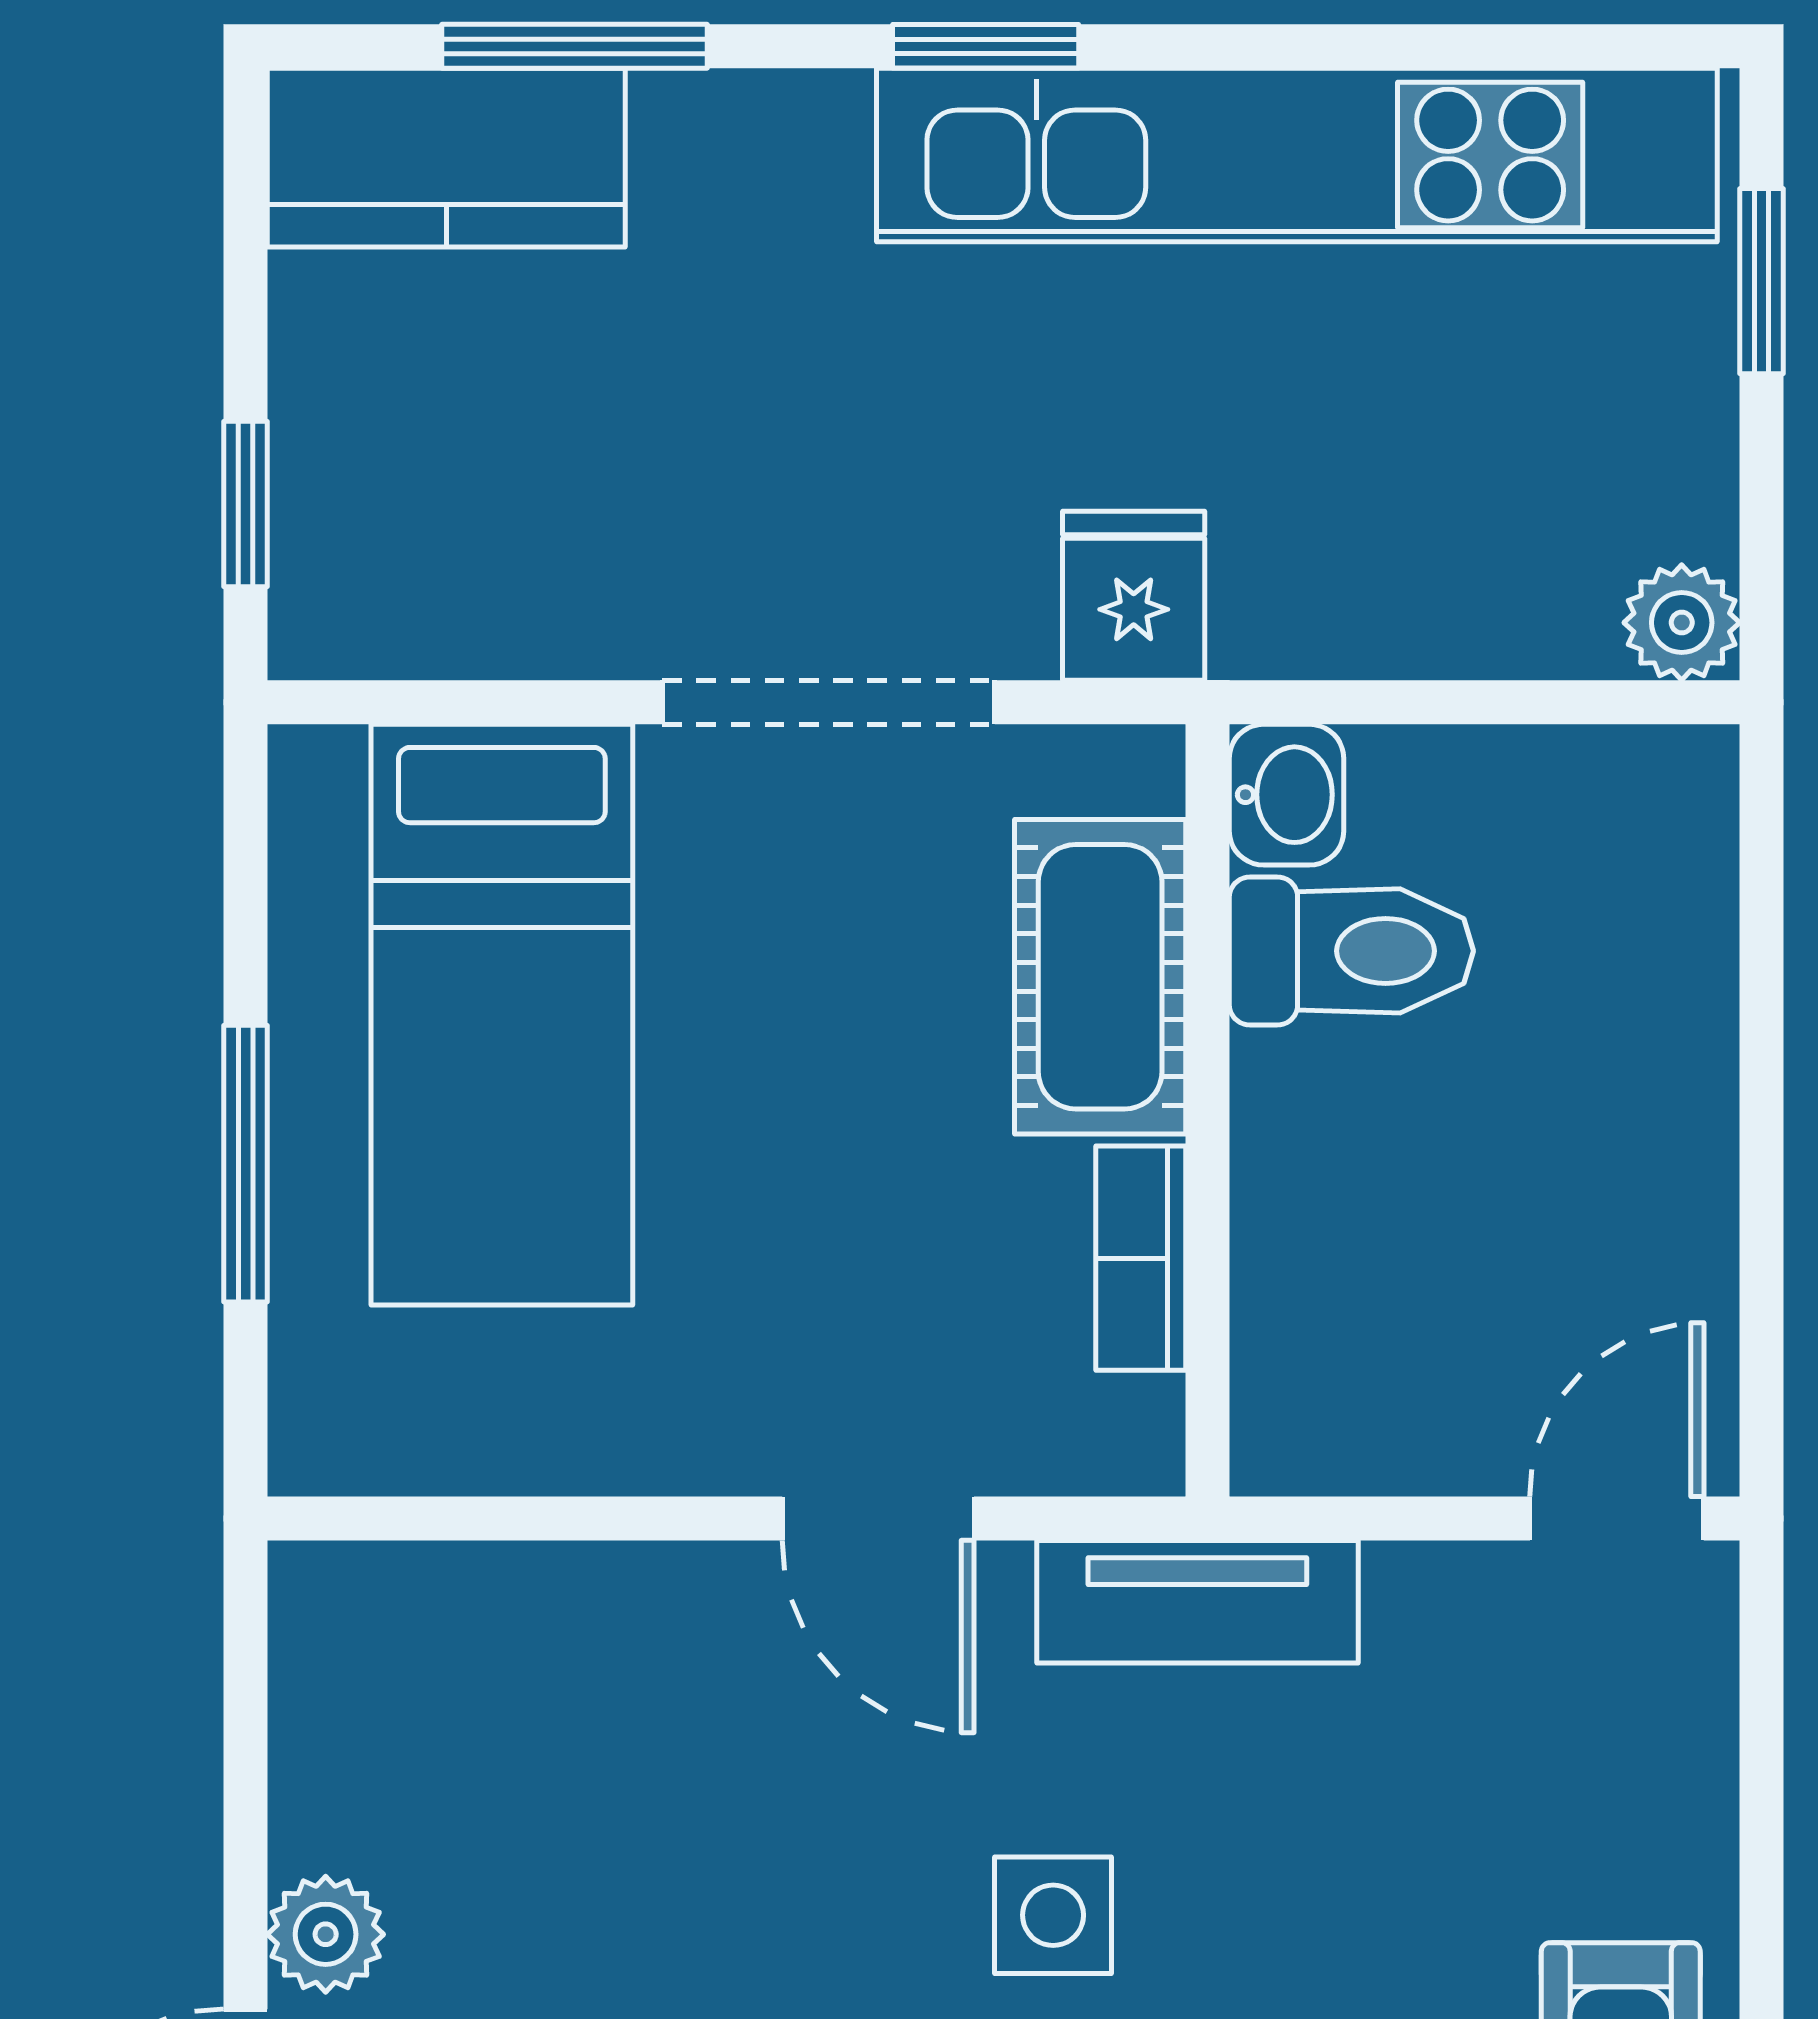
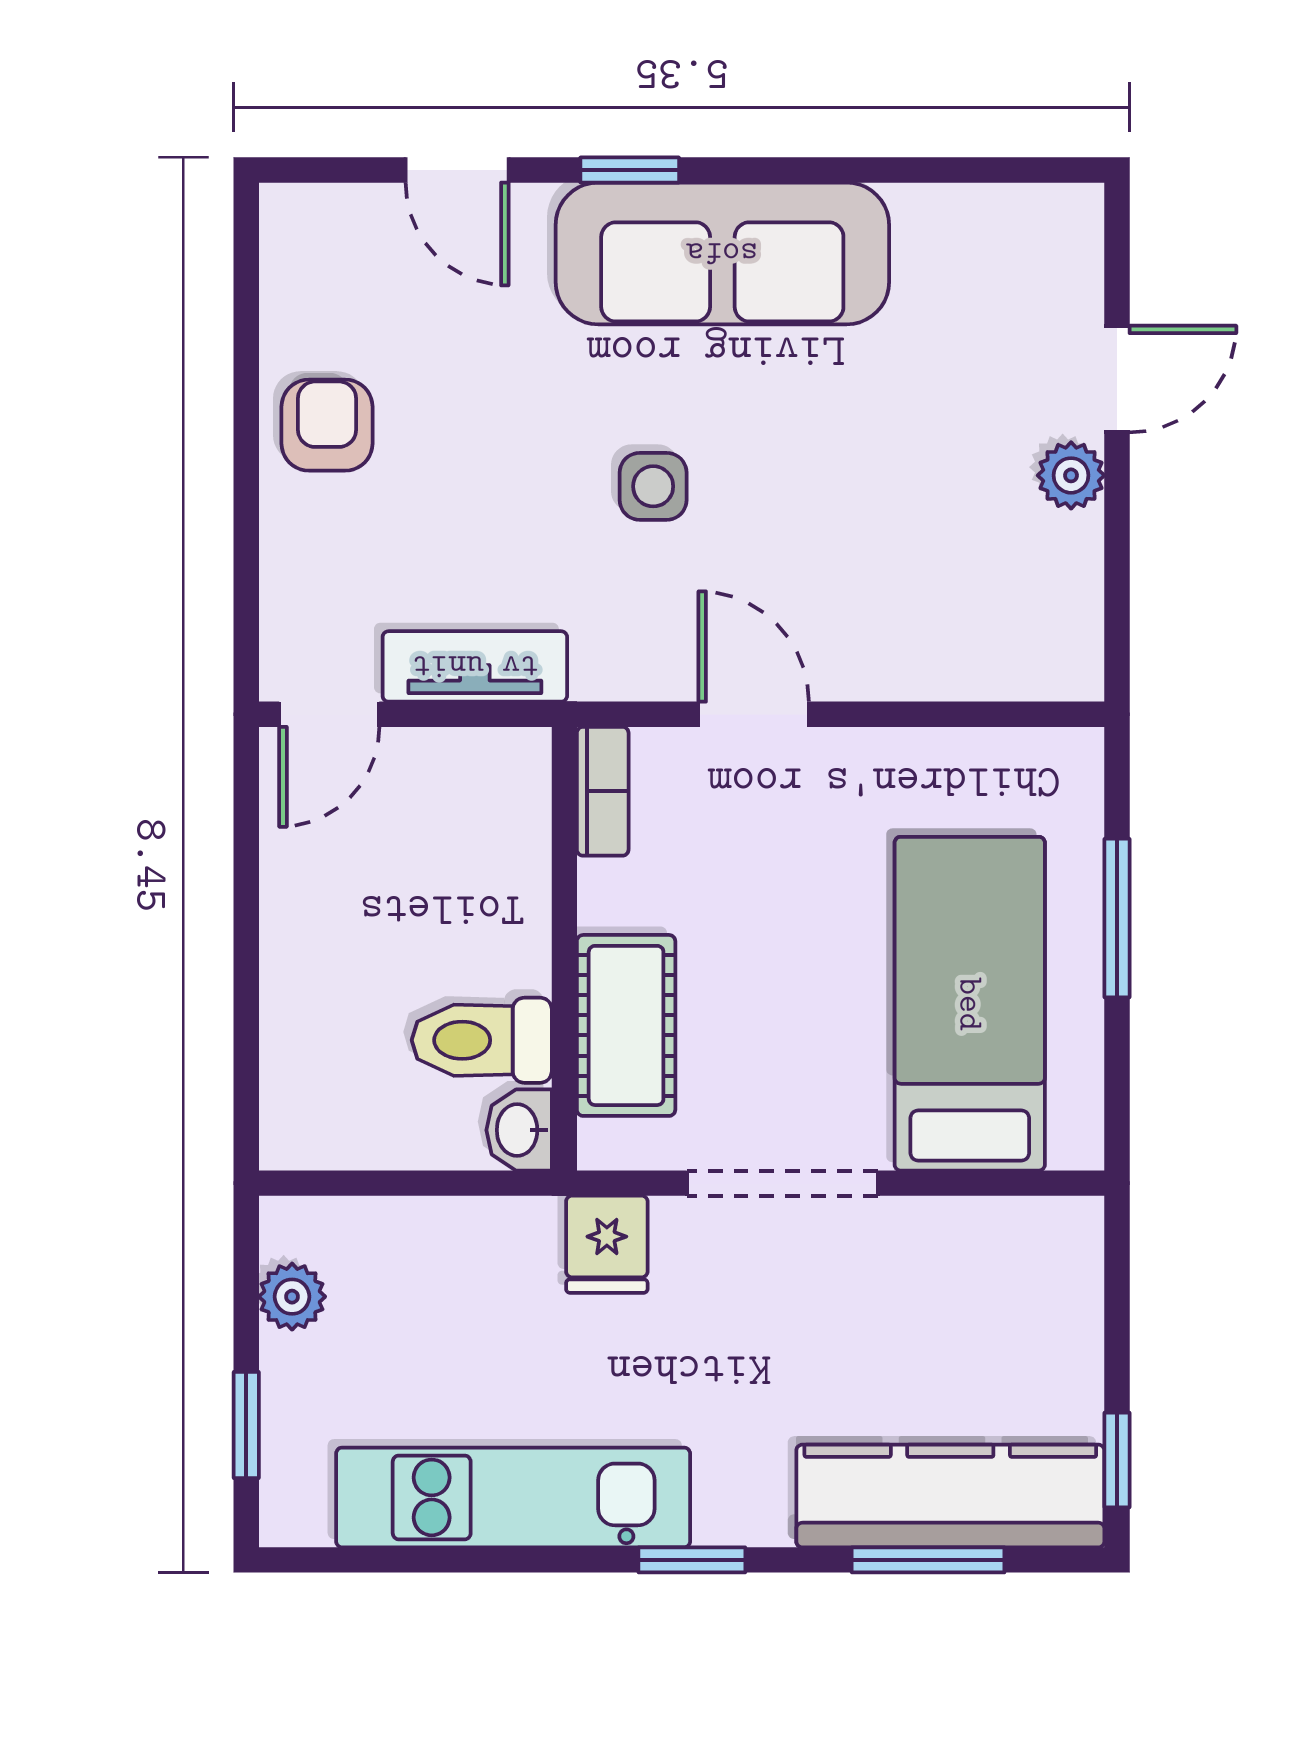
kitchen unit: (1297, 155) -> (513, 1497), width x0.73
kitchen counter: (446, 158) -> (950, 1496), width x1.50
window: (246, 504) -> (1117, 1460), moved
plant: (1682, 623) -> (292, 1297), moved
bookcase: (1141, 1258) -> (603, 791), moved
tv unit: (1197, 1602) -> (475, 666), moved

